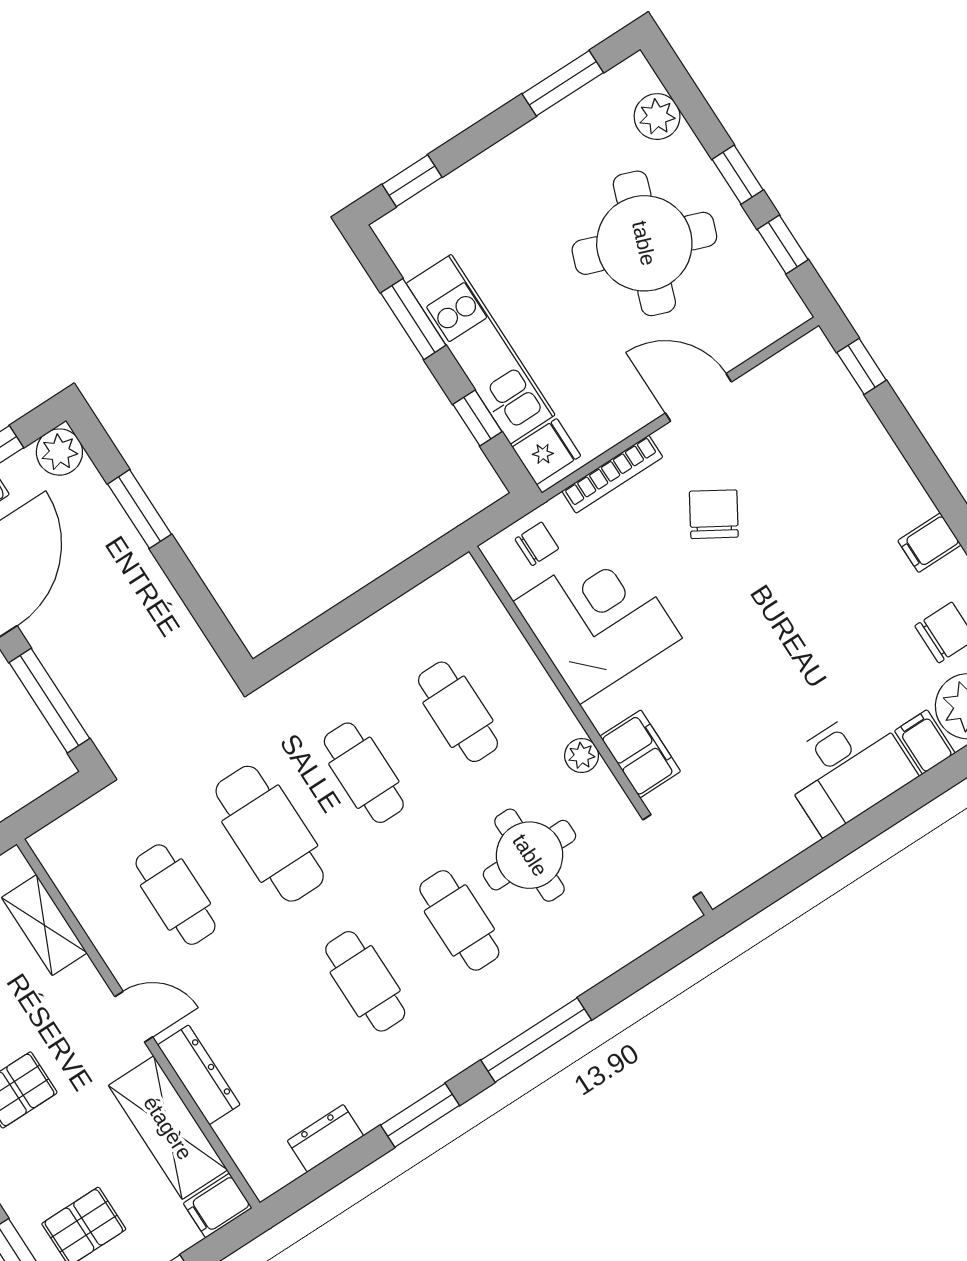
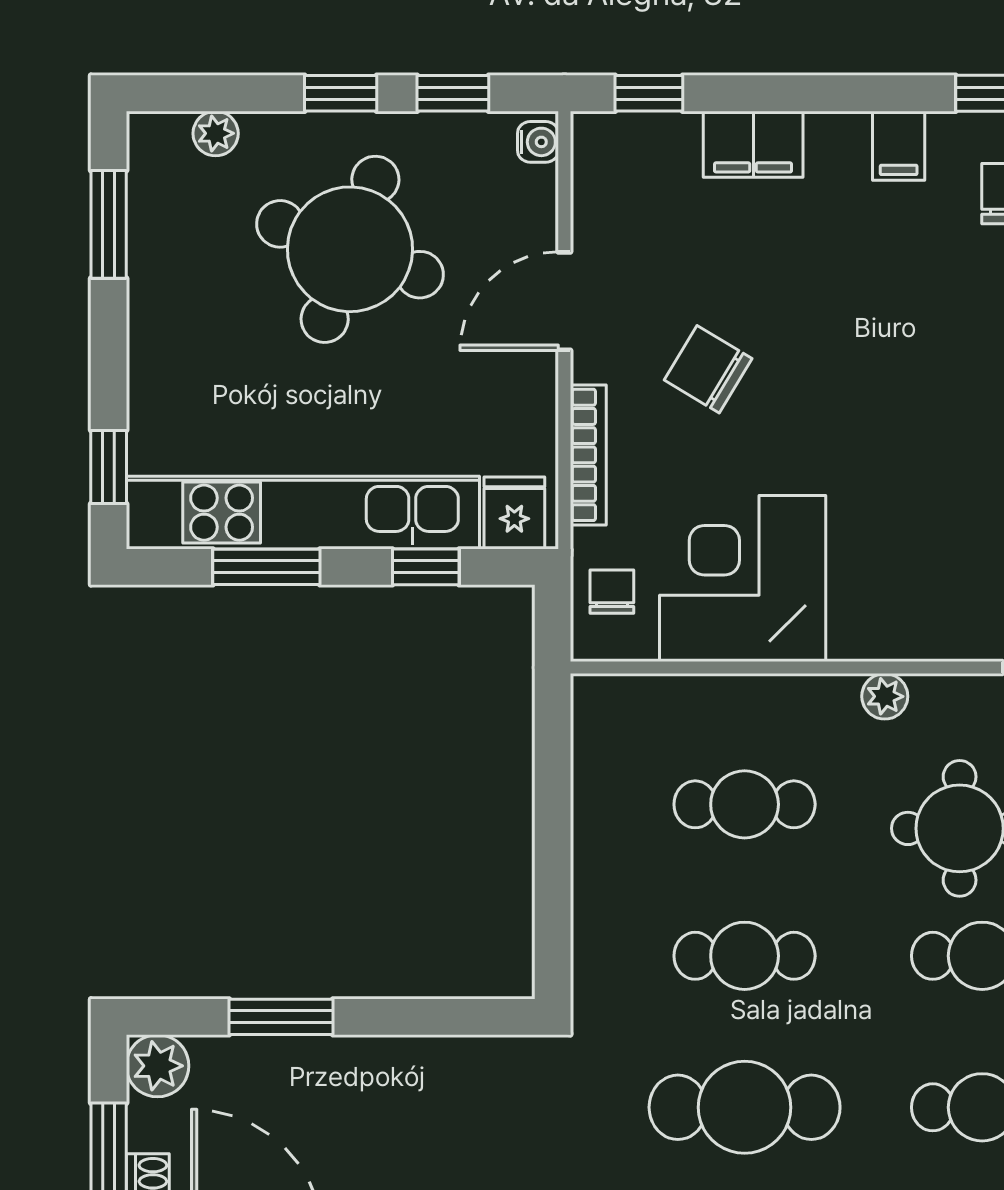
plant: (657, 117) -> (216, 133), width x0.73, depth x0.73
water cooler: (787, 317) -> (538, 142), added
kitchen unit: (481, 349) -> (303, 513), width x1.36
filing cabinet: (640, 754) -> (753, 144), moved, turned 180

